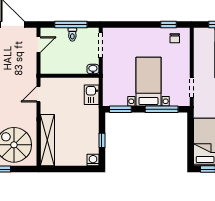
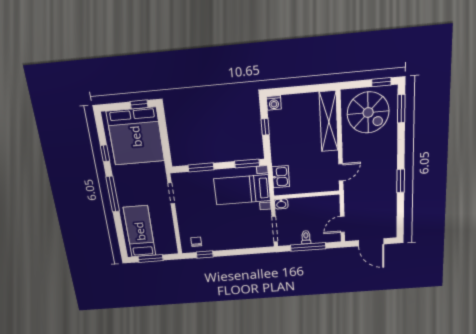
bed with nightstands: (148, 82) -> (242, 190), moved, turned 90
window: (162, 109) -> (201, 167), width x0.69

